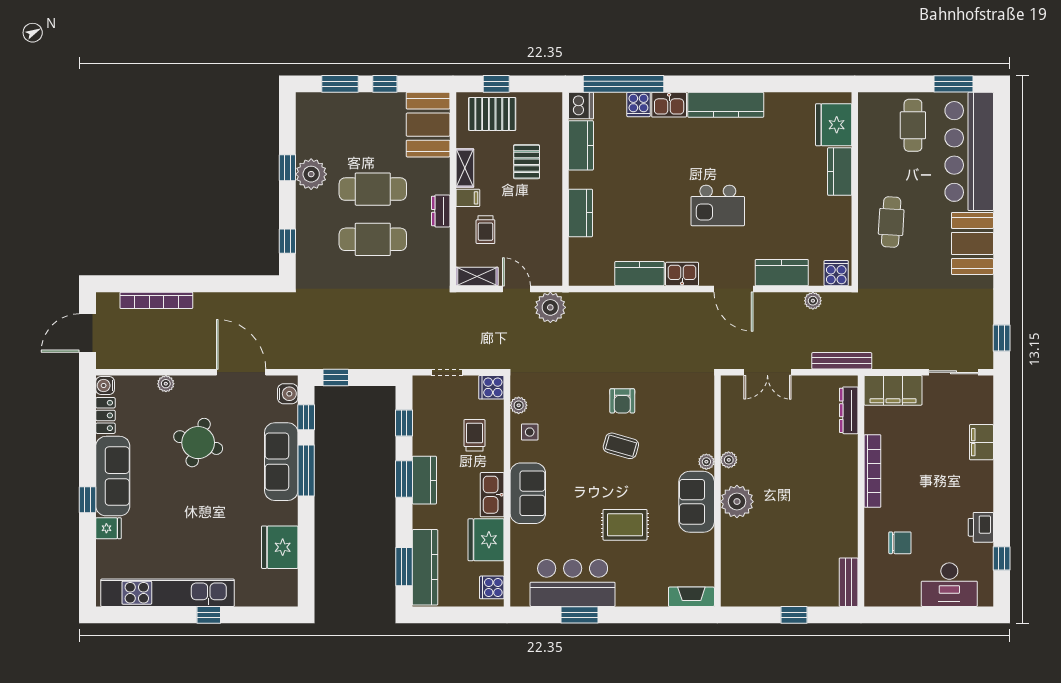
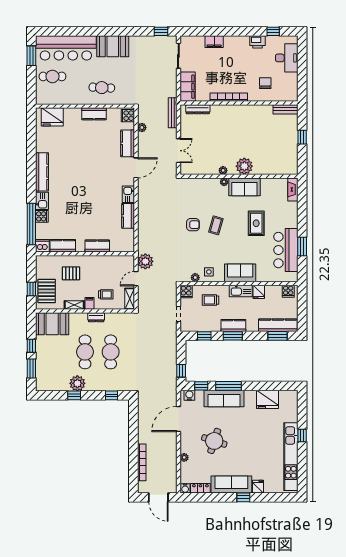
kitchen counter: (840, 172) -> (94, 114), moved
kitchen island: (718, 205) -> (93, 176), removed
fridge: (486, 540) -> (259, 292), width x0.53, depth x0.75

